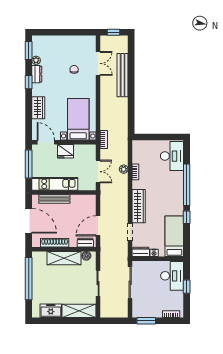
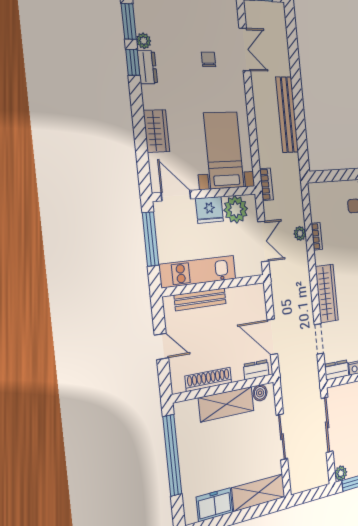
bench: (123, 75) -> (287, 115), moved
window: (29, 82) -> (133, 62), moved
plant: (82, 152) -> (236, 209), added
door: (29, 221) -> (161, 346), width x0.53
door: (98, 226) -> (272, 337), hinge flipped
plant: (137, 313) -> (341, 473), added

